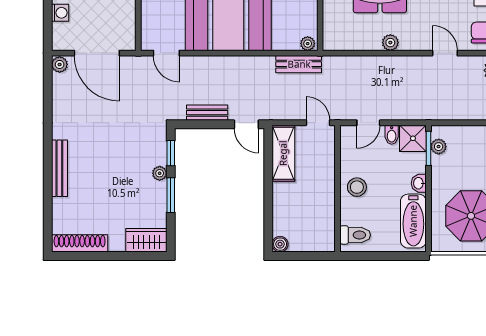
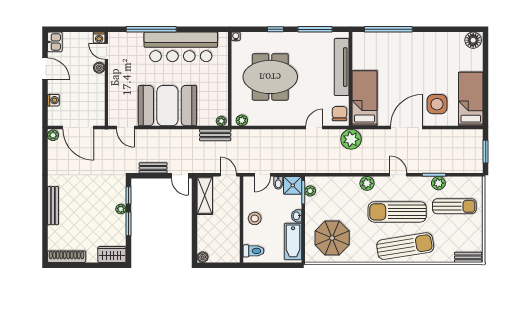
plant: (390, 43) -> (242, 120), moved
door: (445, 53) -> (314, 128), hinge flipped

